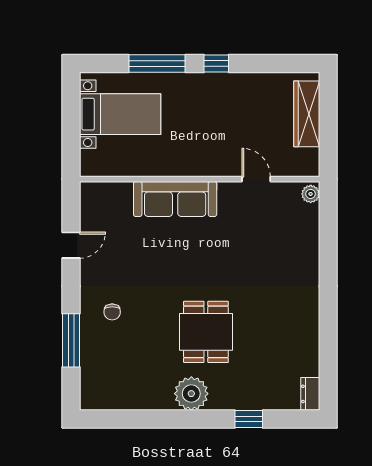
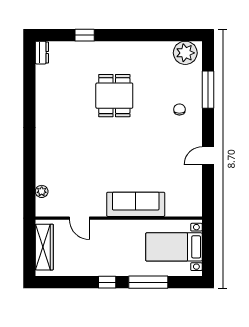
wall: (200, 179) -> (119, 218), moved
door: (256, 179) -> (79, 218), moved
sofa: (175, 199) -> (136, 204), moved
plant: (191, 394) -> (185, 53), moved

